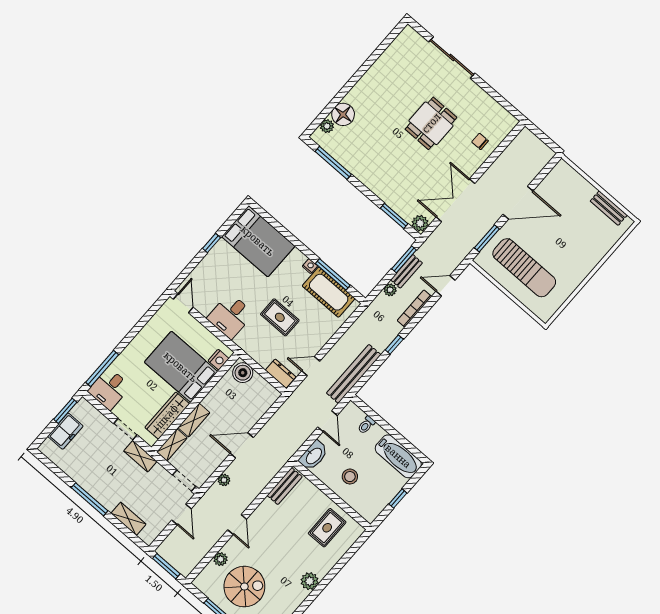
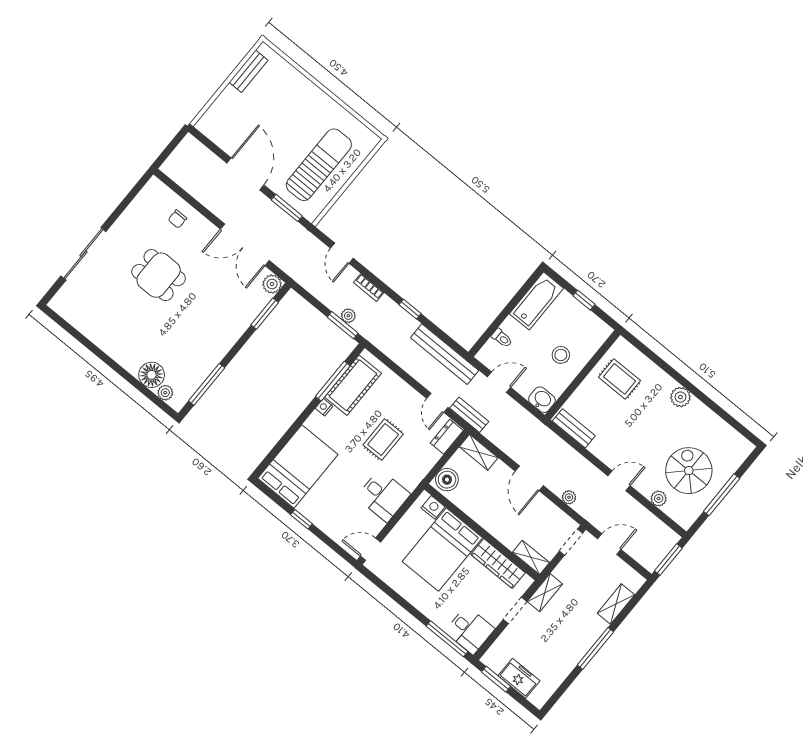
window: (404, 259) -> (343, 325), moved
bench: (406, 271) -> (469, 415), moved
bookcase: (414, 309) -> (369, 288), width x0.64
shelving: (194, 420) -> (479, 452), moved
washbasin: (314, 456) -> (542, 400), width x0.72

